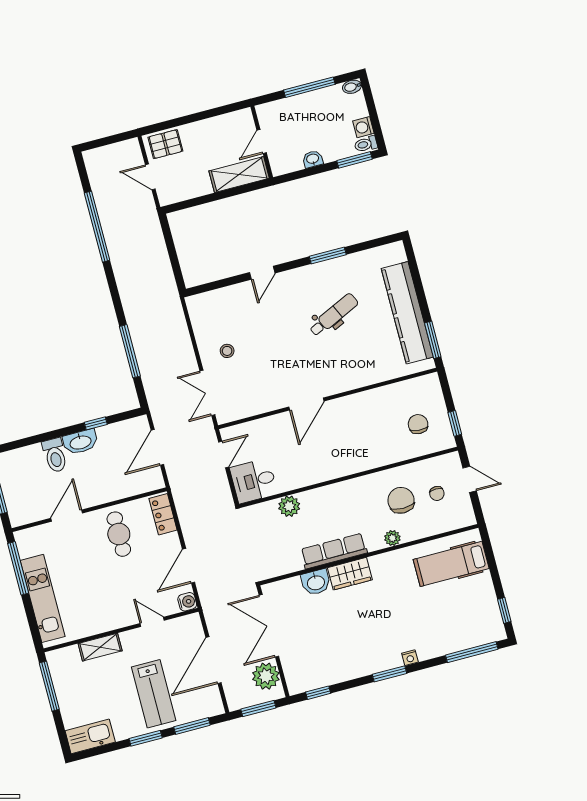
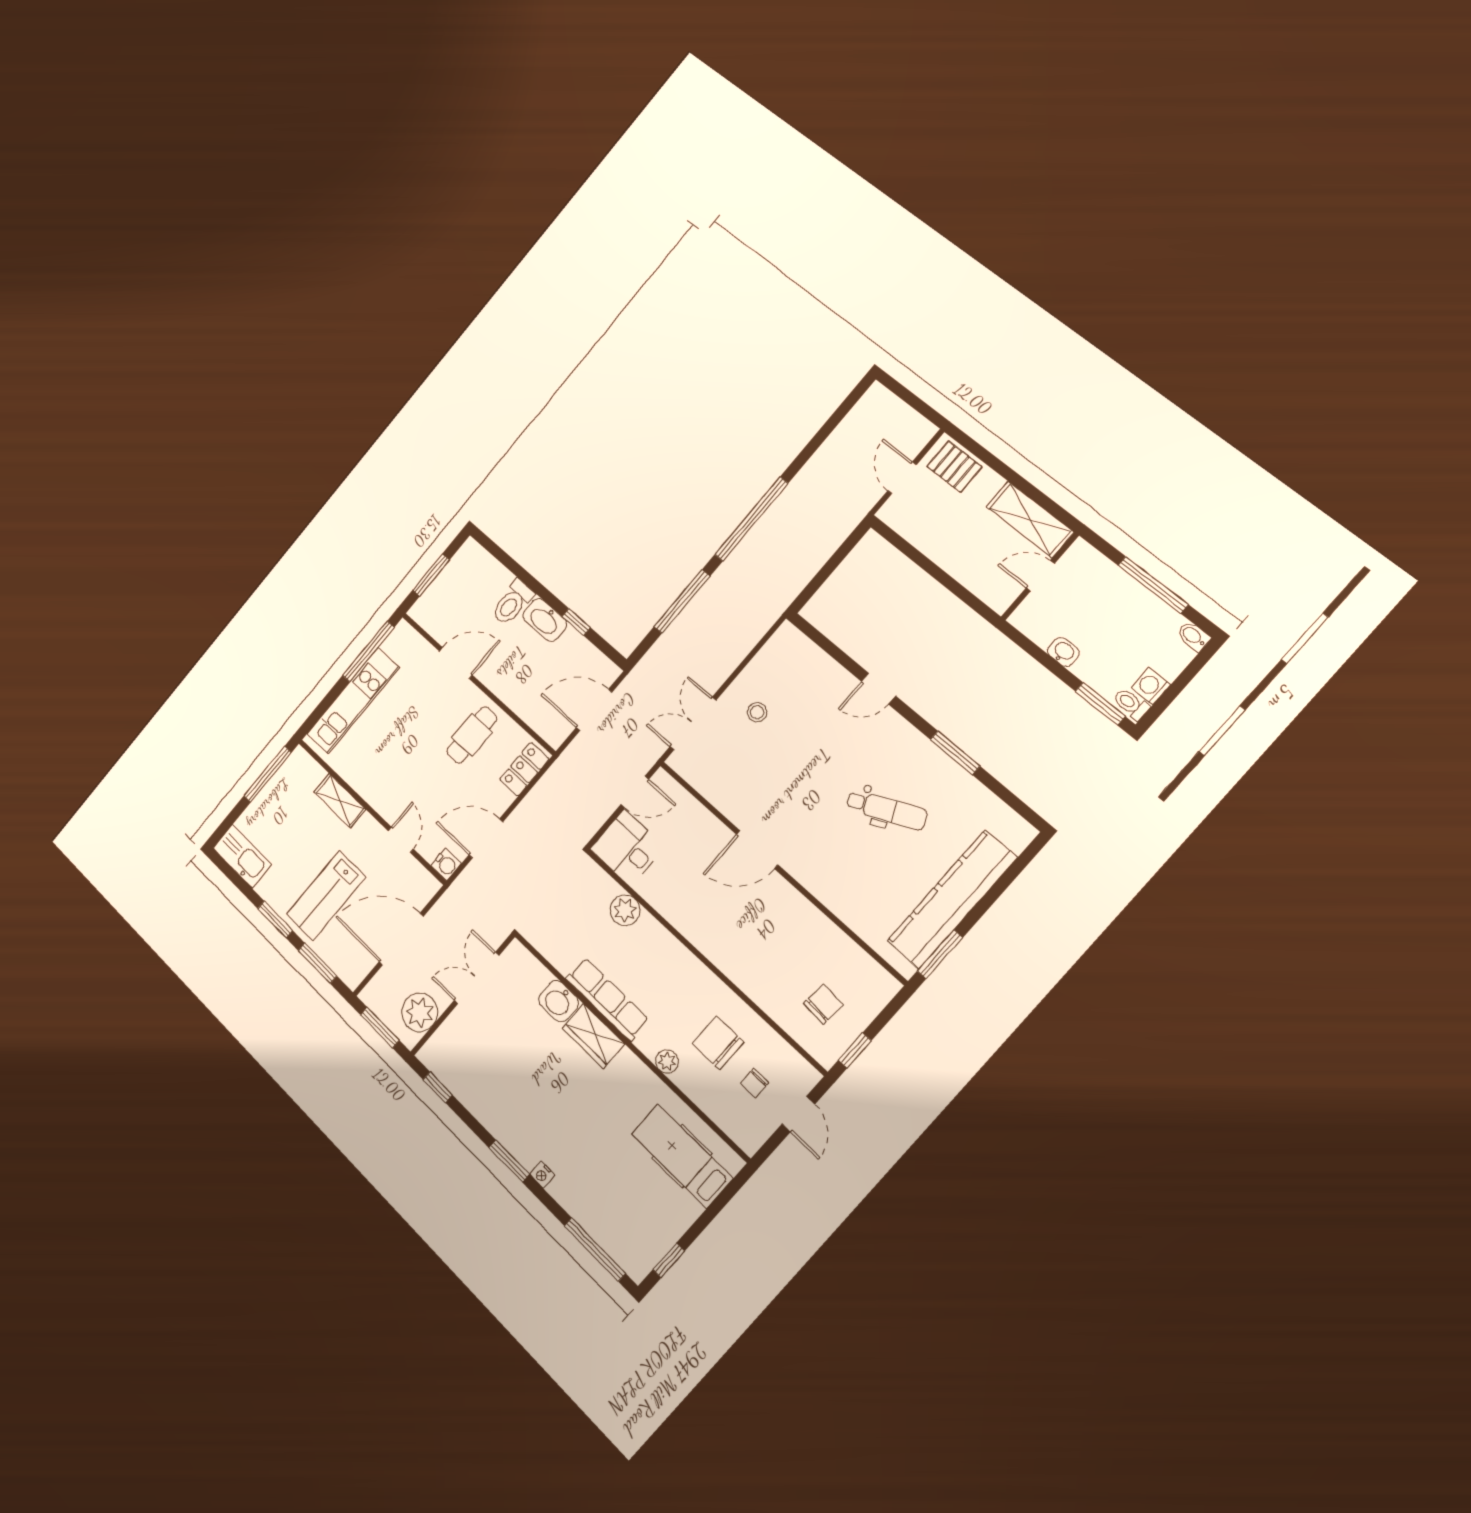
shelving: (239, 175) -> (1030, 519), moved
window: (97, 227) -> (751, 519), moved
chair: (401, 500) -> (718, 1043), turned -90
double door: (269, 626) -> (477, 978), width x0.73

